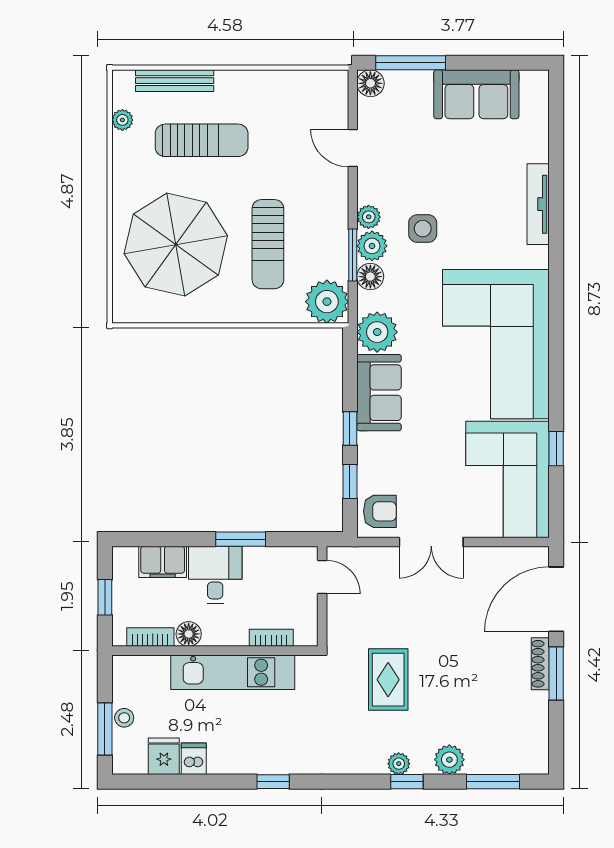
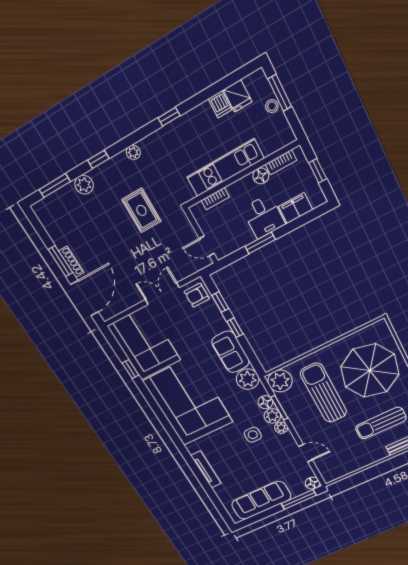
sofa: (476, 94) -> (261, 500), width x1.36
sun lounger: (268, 244) -> (323, 393), width x1.36, depth x1.34
plant: (399, 764) -> (133, 152), moved

